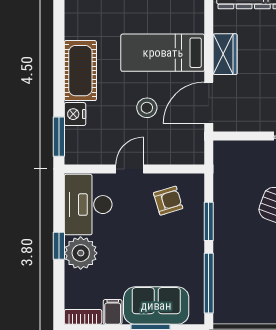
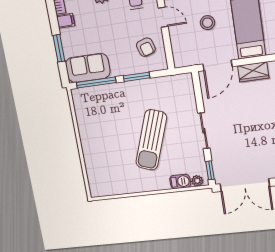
door: (209, 103) -> (217, 65), swing flipped
sofa: (156, 306) -> (88, 68), moved, turned -90

